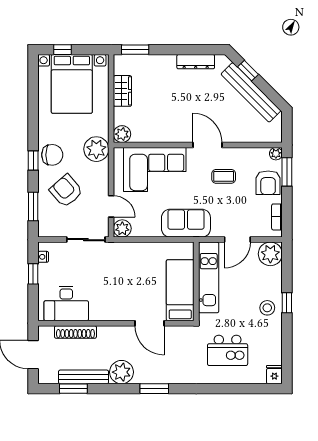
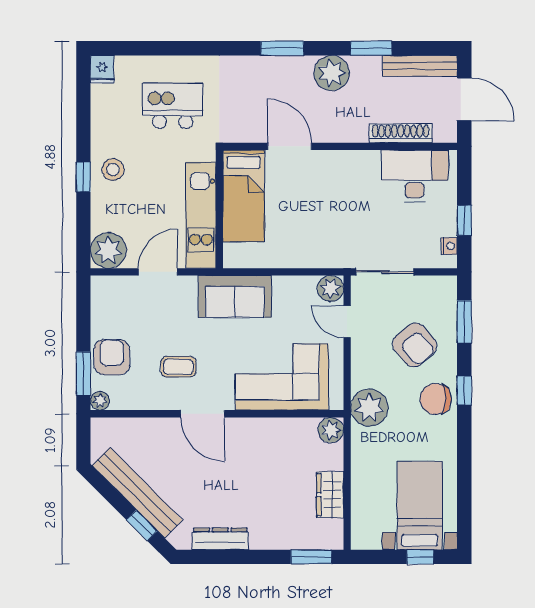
bed with nightstands: (72, 84) -> (420, 505), width x0.73
bookcase: (277, 217) -> (98, 306), removed
bench: (84, 377) -> (420, 66), moved
window: (73, 389) -> (371, 48), moved

